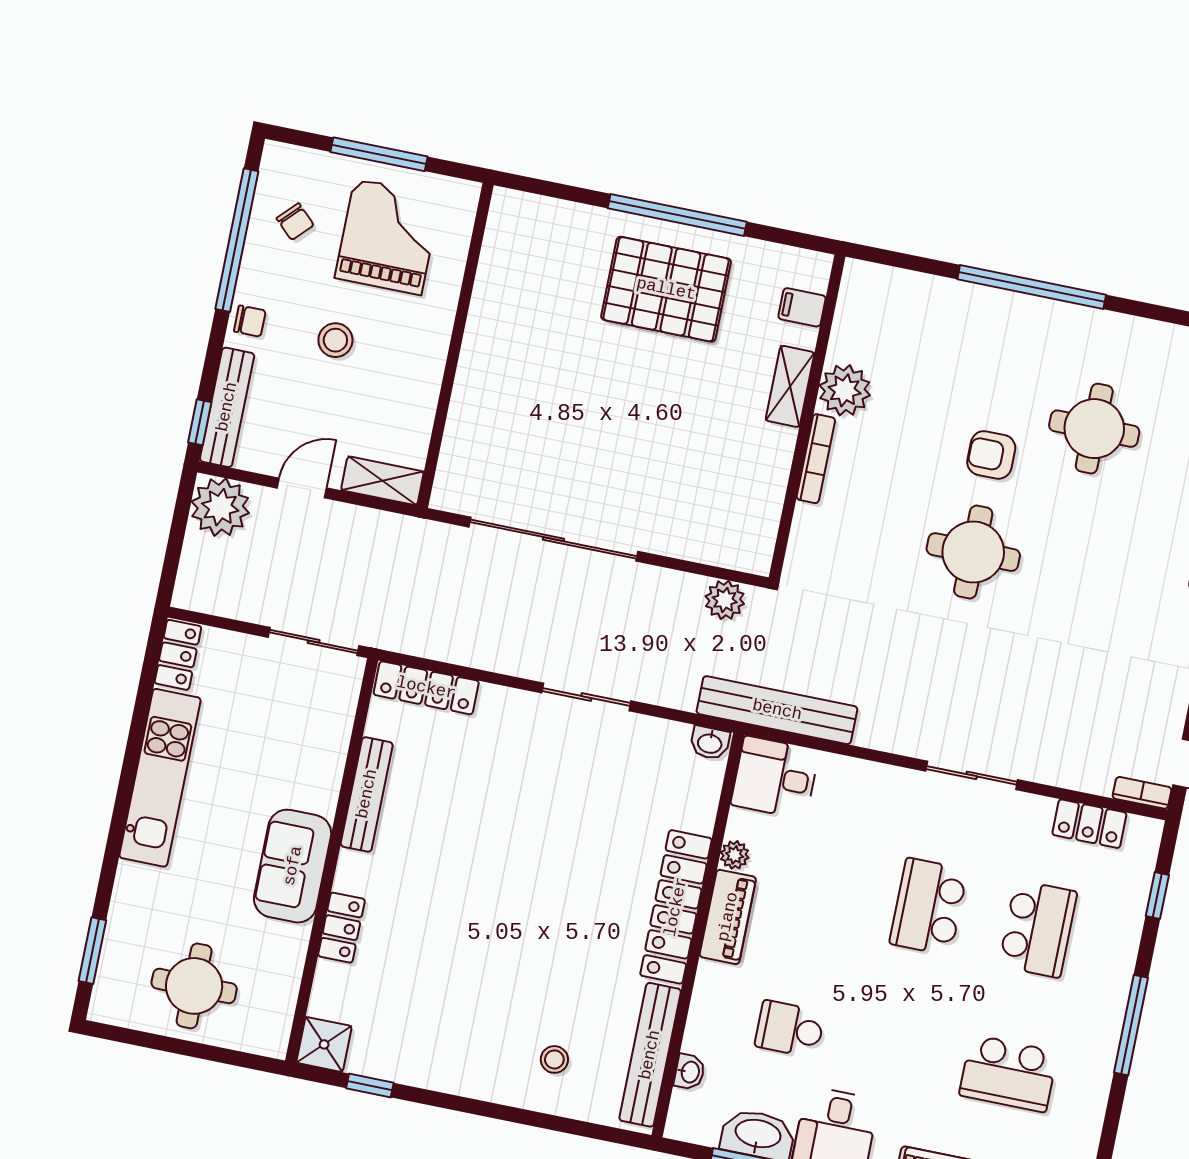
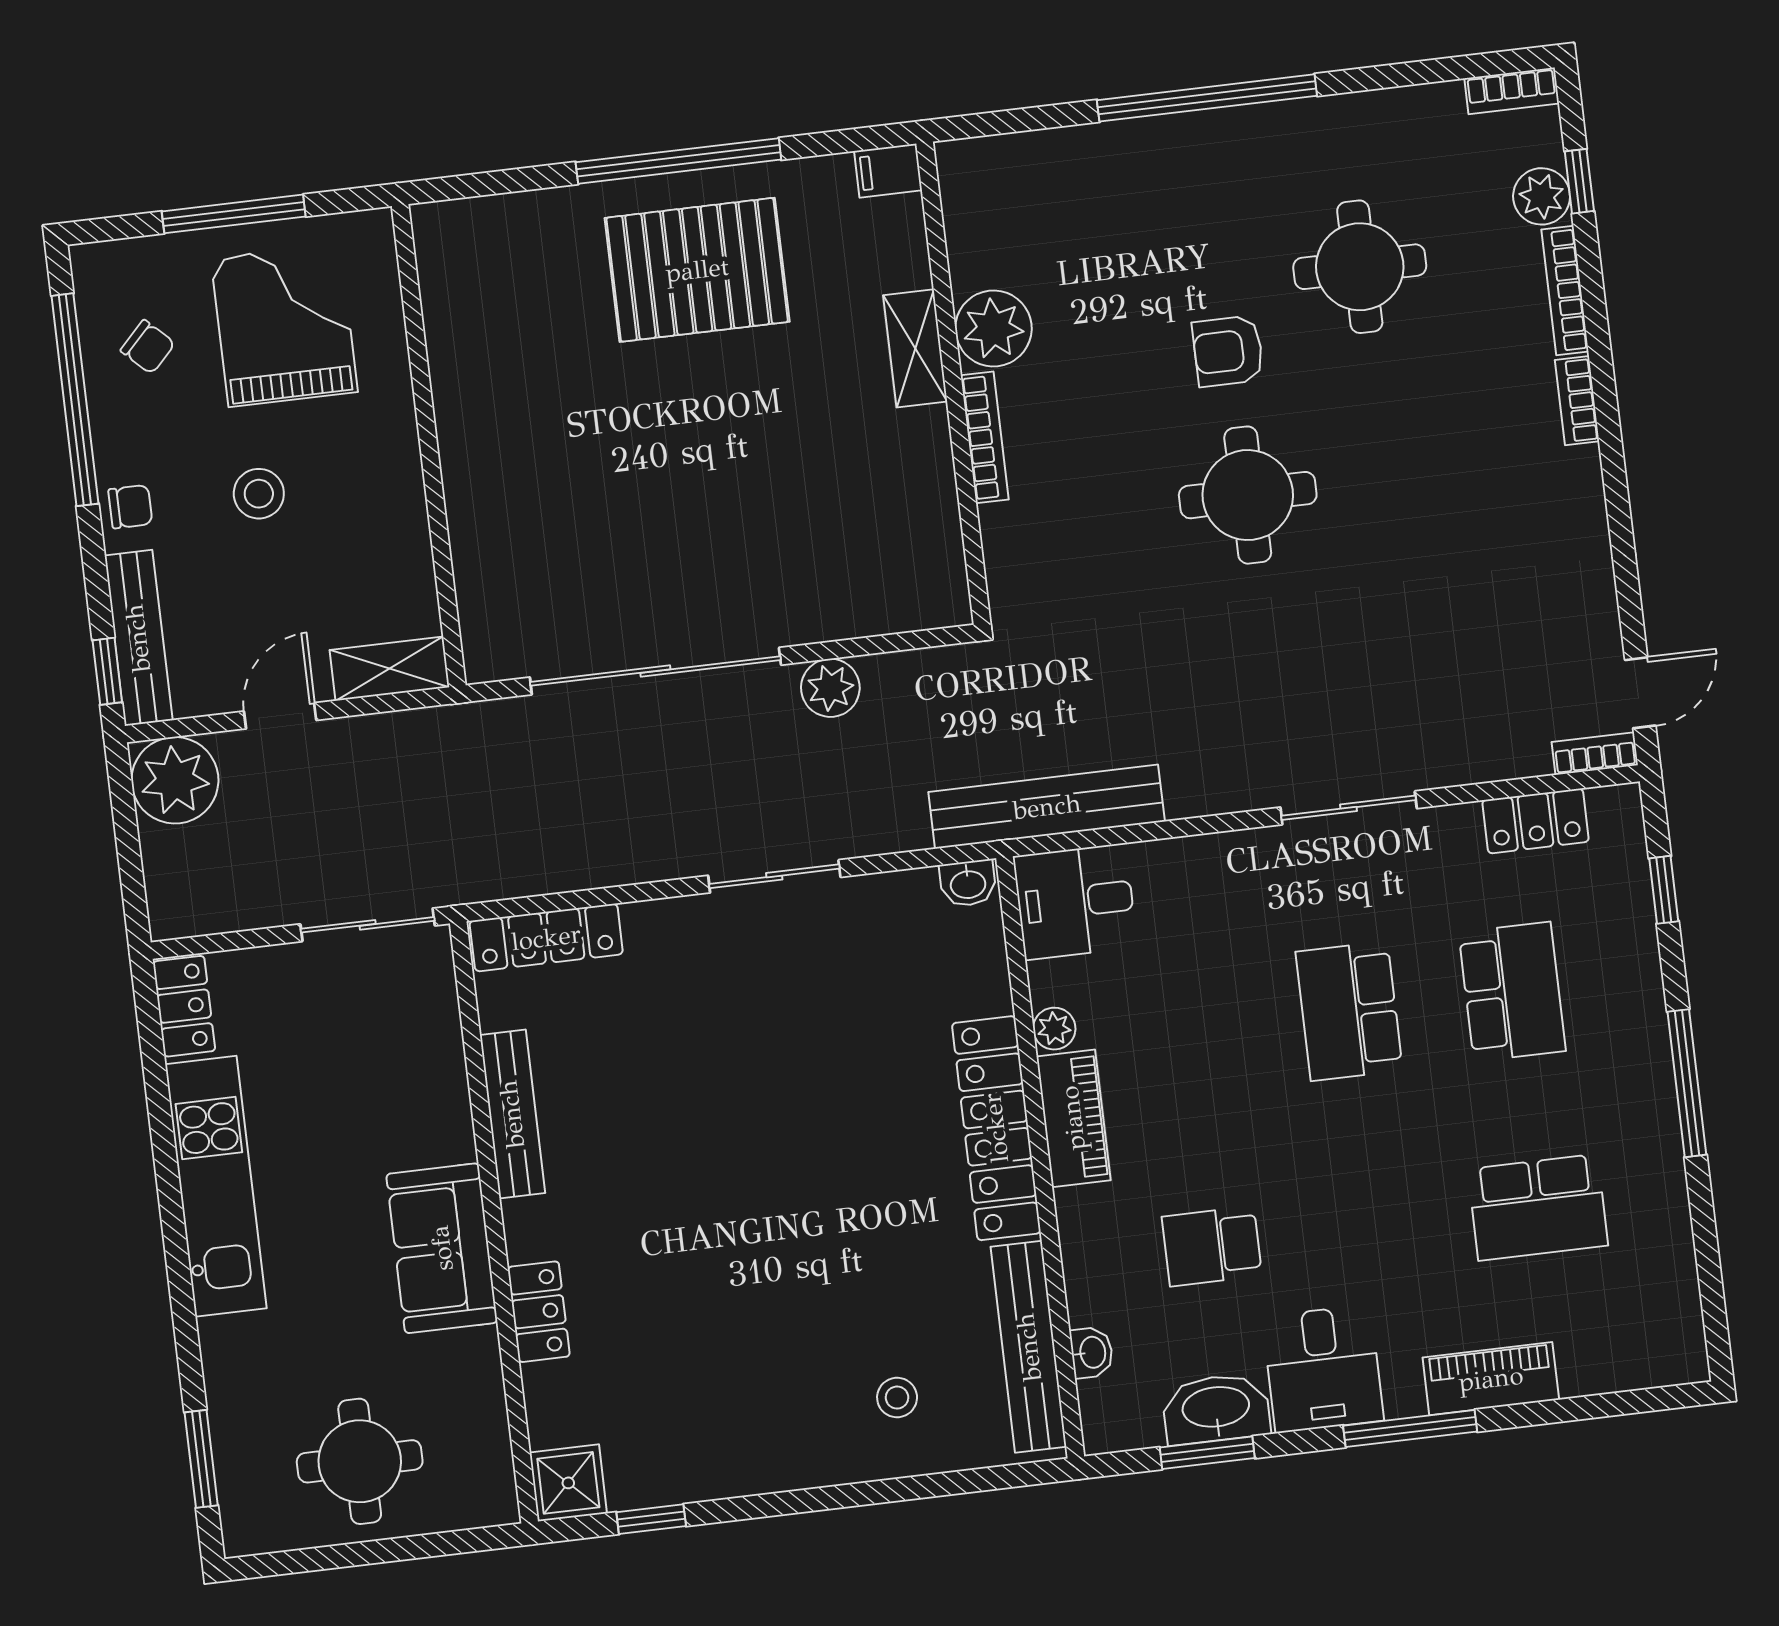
filing cabinet: (802, 307) -> (888, 171), moved
plant: (725, 600) -> (830, 688), moved

